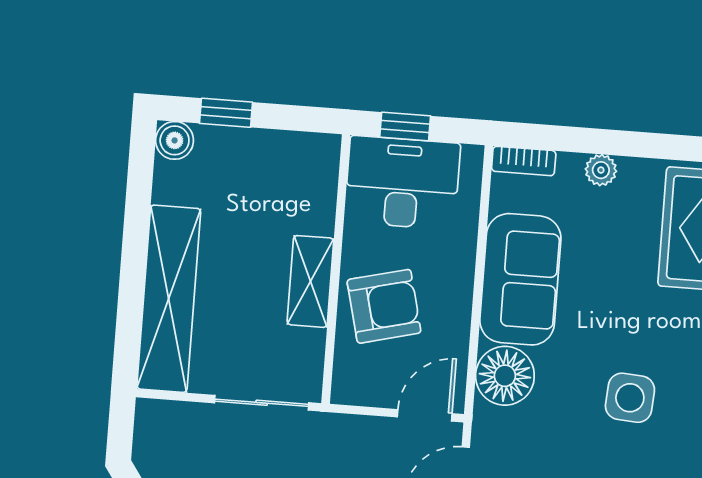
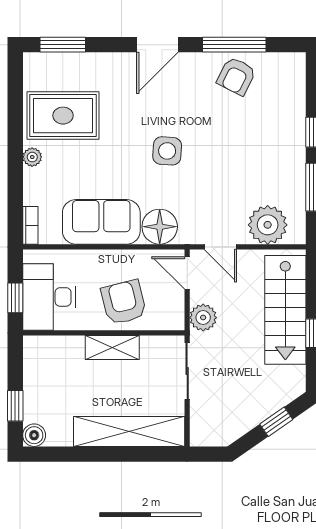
plant: (601, 170) -> (32, 157), moved
plant: (348, 436) -> (203, 318), added

